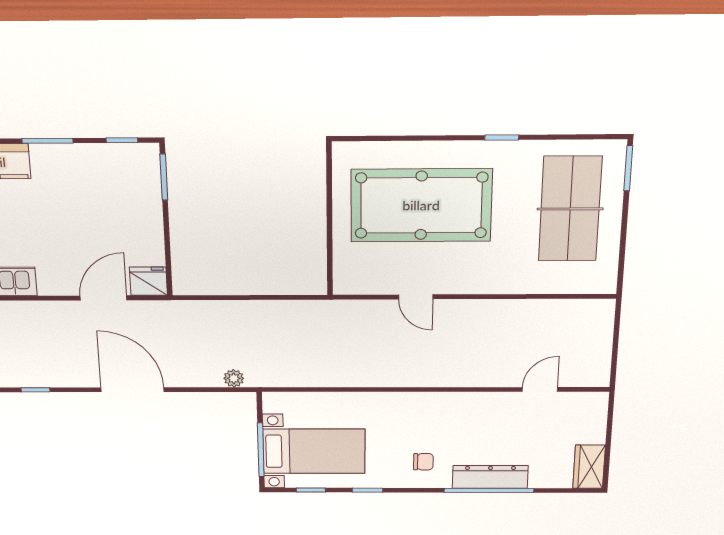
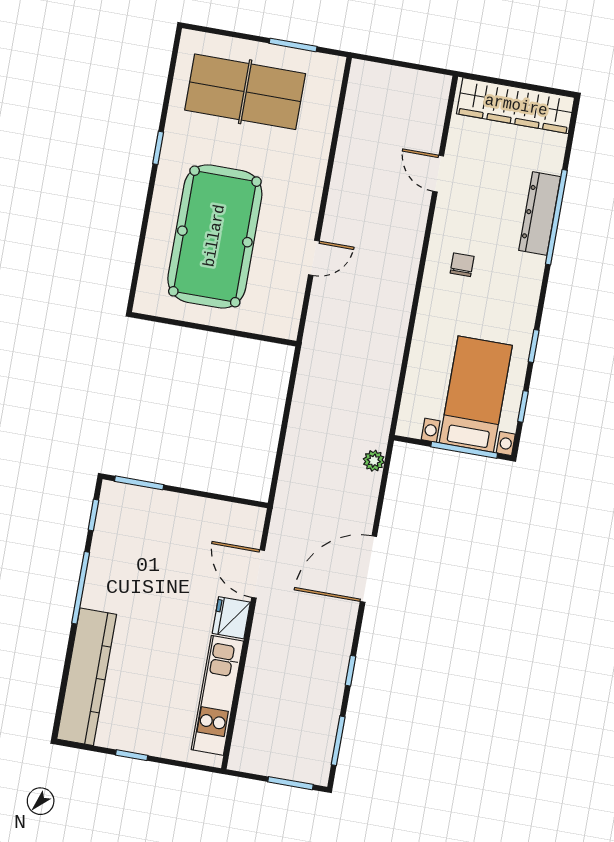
window: (48, 141) -> (81, 588), width x1.44
window: (628, 168) -> (293, 45), moved
fridge: (148, 281) -> (231, 618), moved
door: (540, 389) -> (438, 174), moved
chair: (423, 462) -> (462, 265), moved
wardrobe: (589, 467) -> (516, 106), width x2.10, depth x1.17

